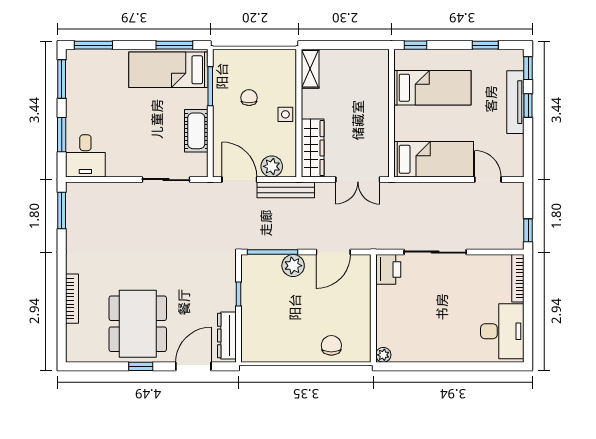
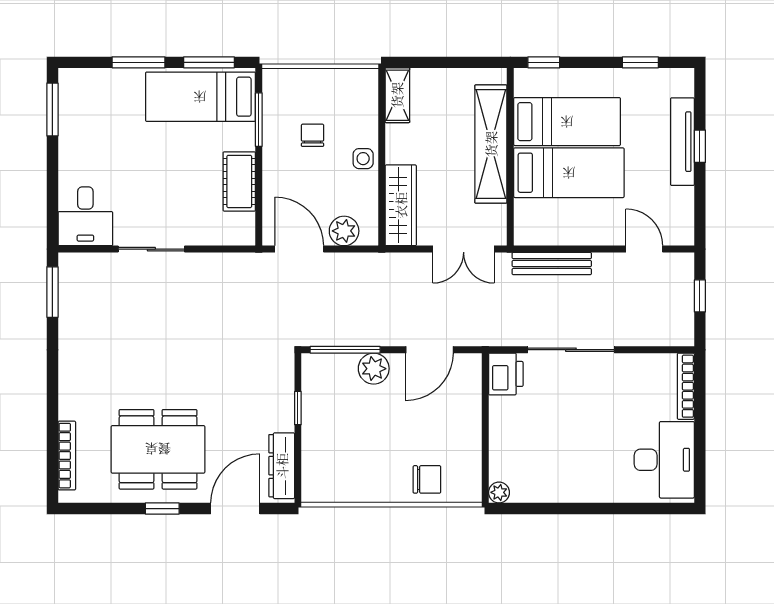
window: (93, 45) -> (139, 62), moved
window: (528, 68) -> (700, 95), removed
shelving: (377, 104) -> (491, 144), added
window: (62, 135) -> (52, 187), removed
bed: (434, 159) -> (569, 173), moved
sliding door: (166, 180) -> (151, 249), moved
bench: (286, 190) -> (552, 264), moved
window: (528, 230) -> (700, 296), moved
bookcase: (72, 299) -> (67, 456), moved
dining table: (138, 324) -> (158, 449), turned 90
chair: (331, 345) -> (427, 479), turned 90

